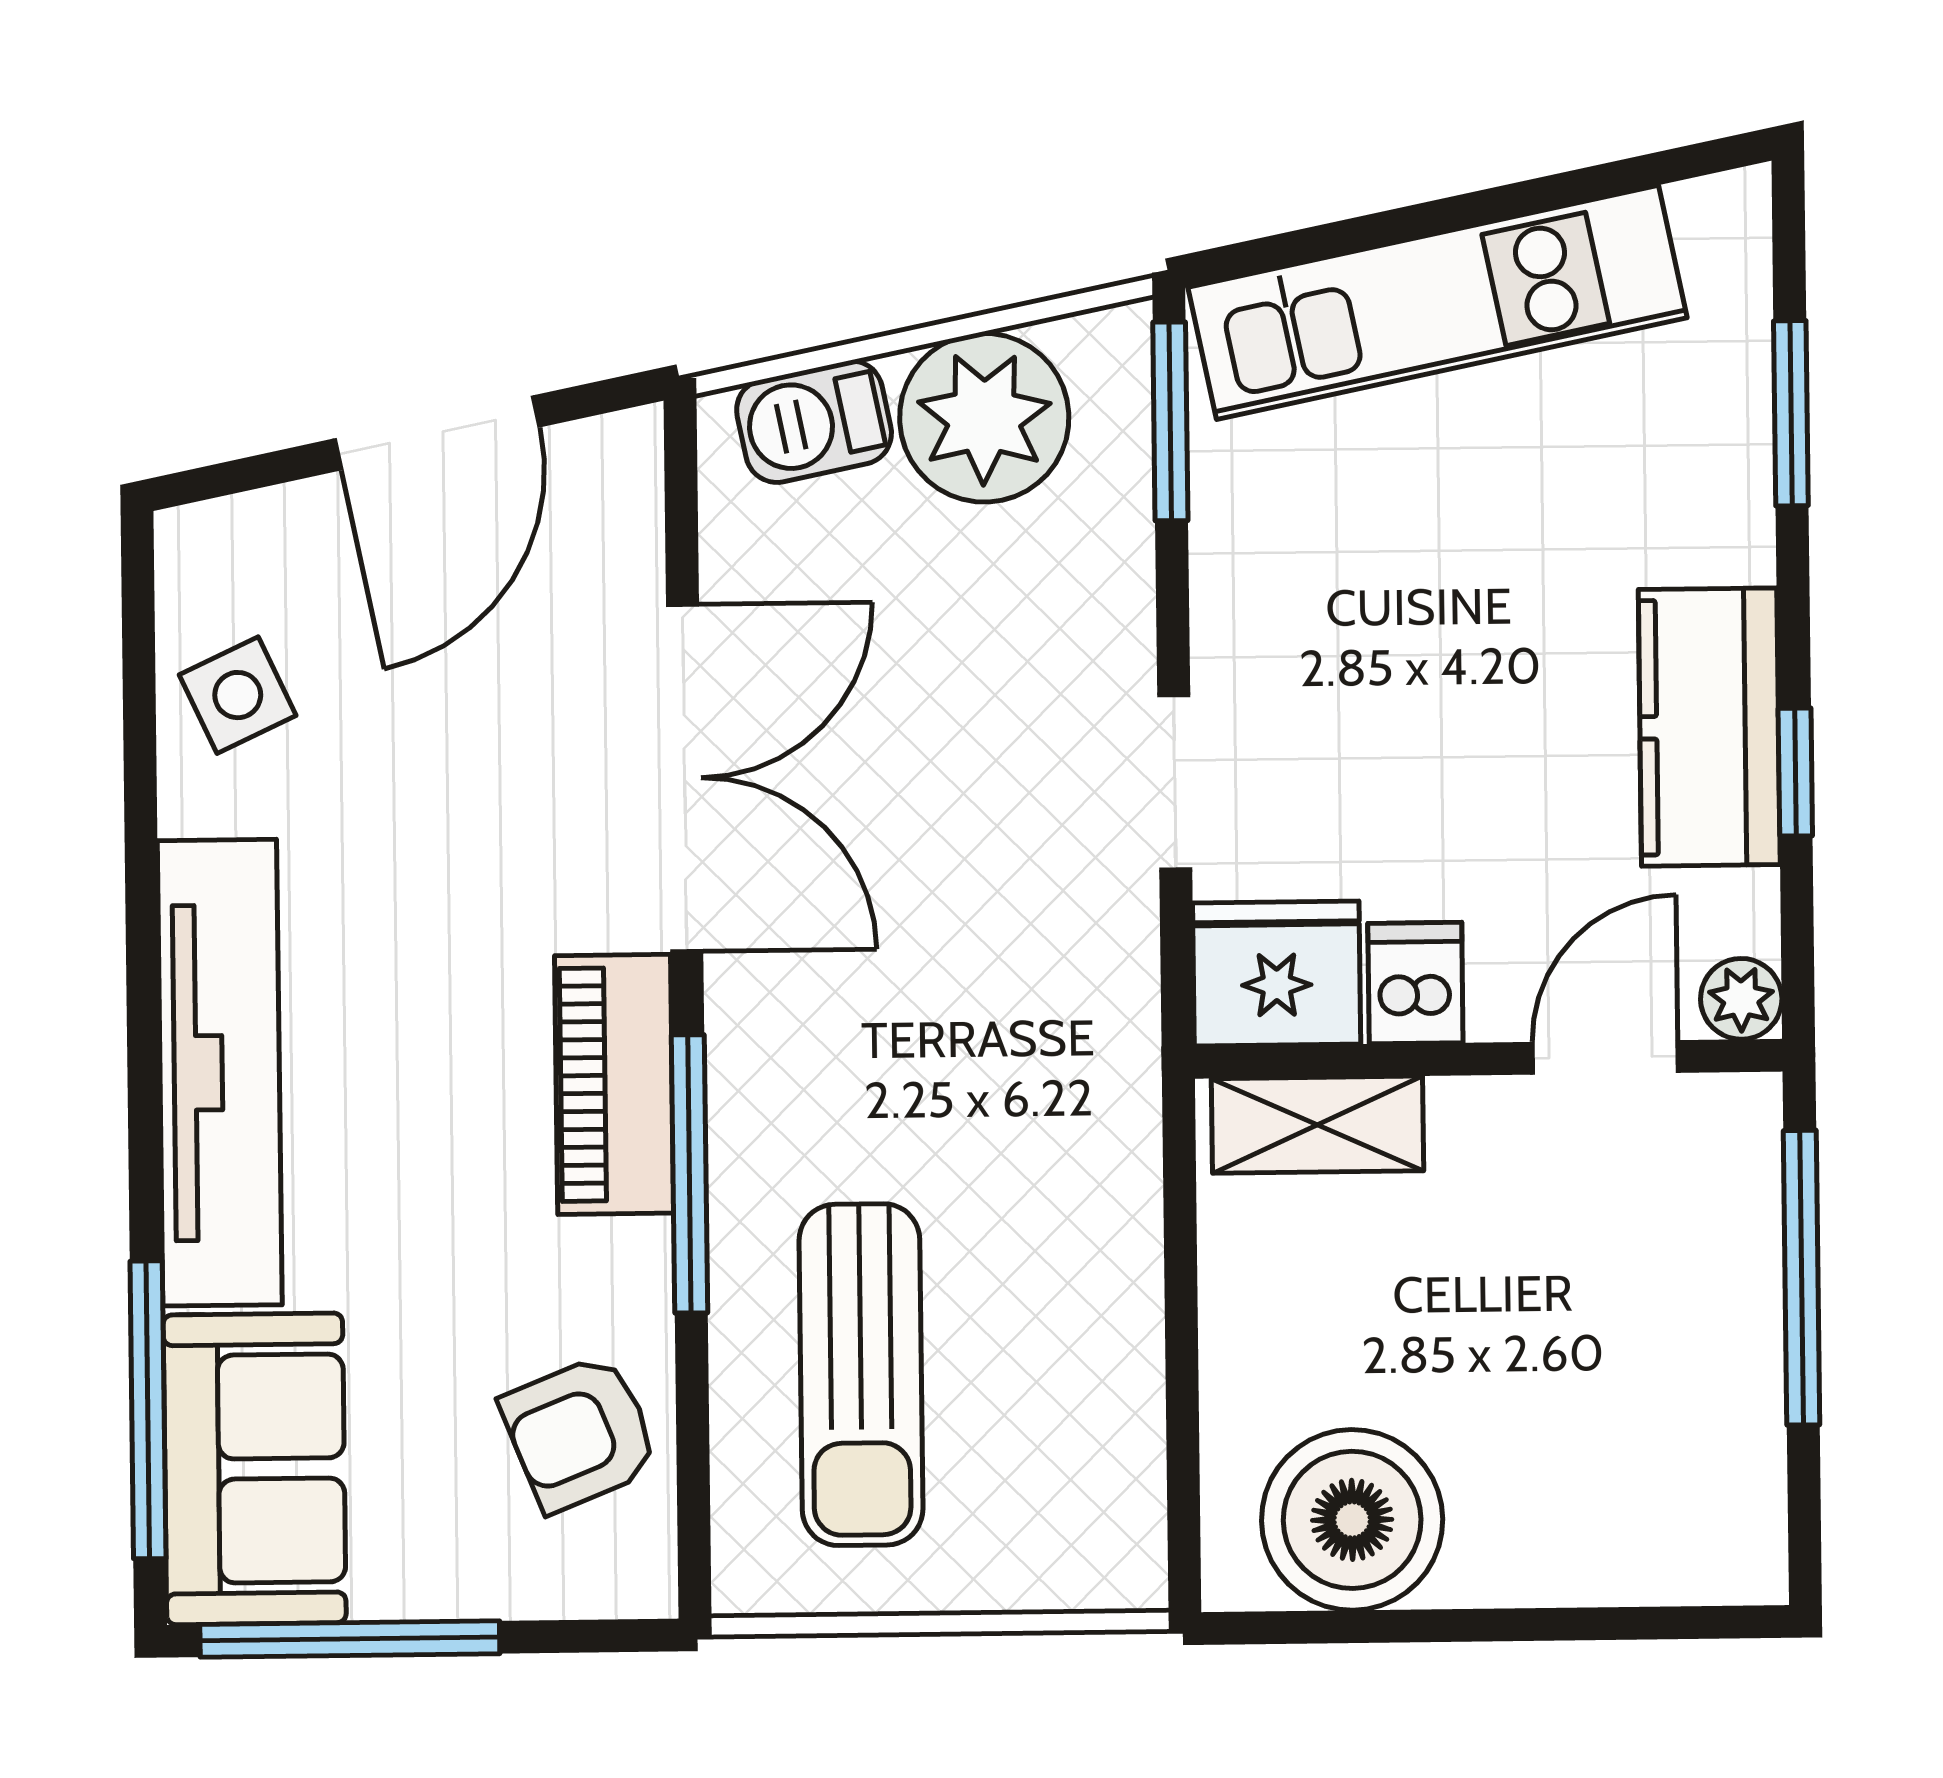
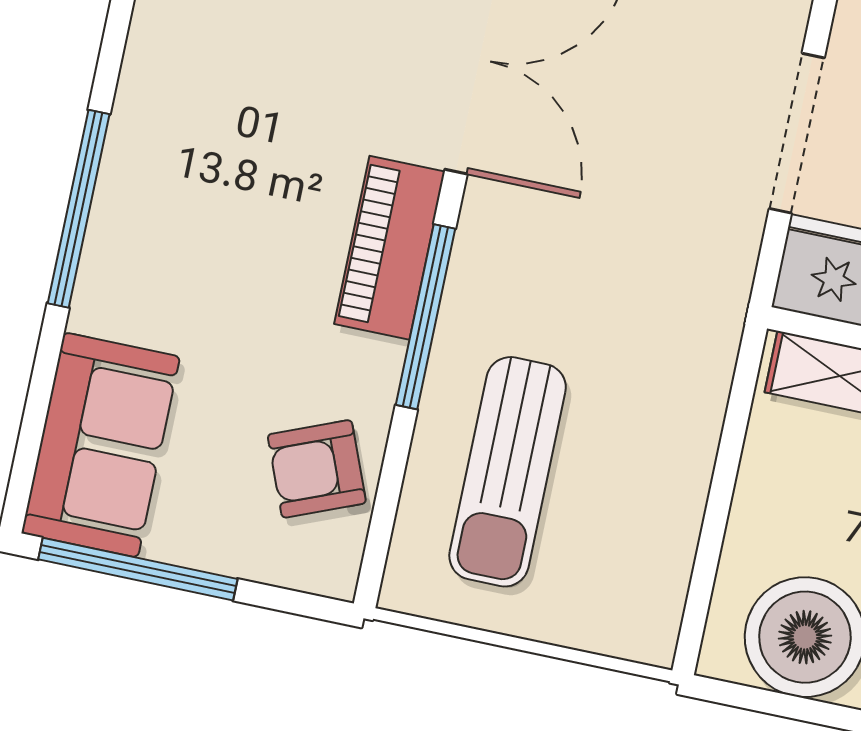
doorway: (1175, 782) -> (797, 133), width x1.38
tv unit: (220, 1073) -> (135, 183), removed
window: (148, 1410) -> (79, 209), moved

